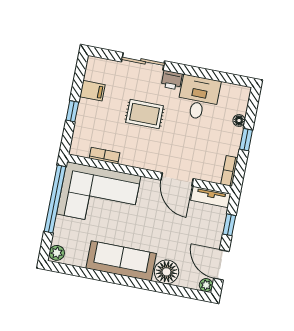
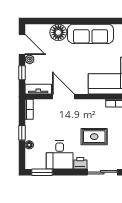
window: (229, 78) -> (42, 172), added
plant: (206, 285) -> (30, 59), moved

